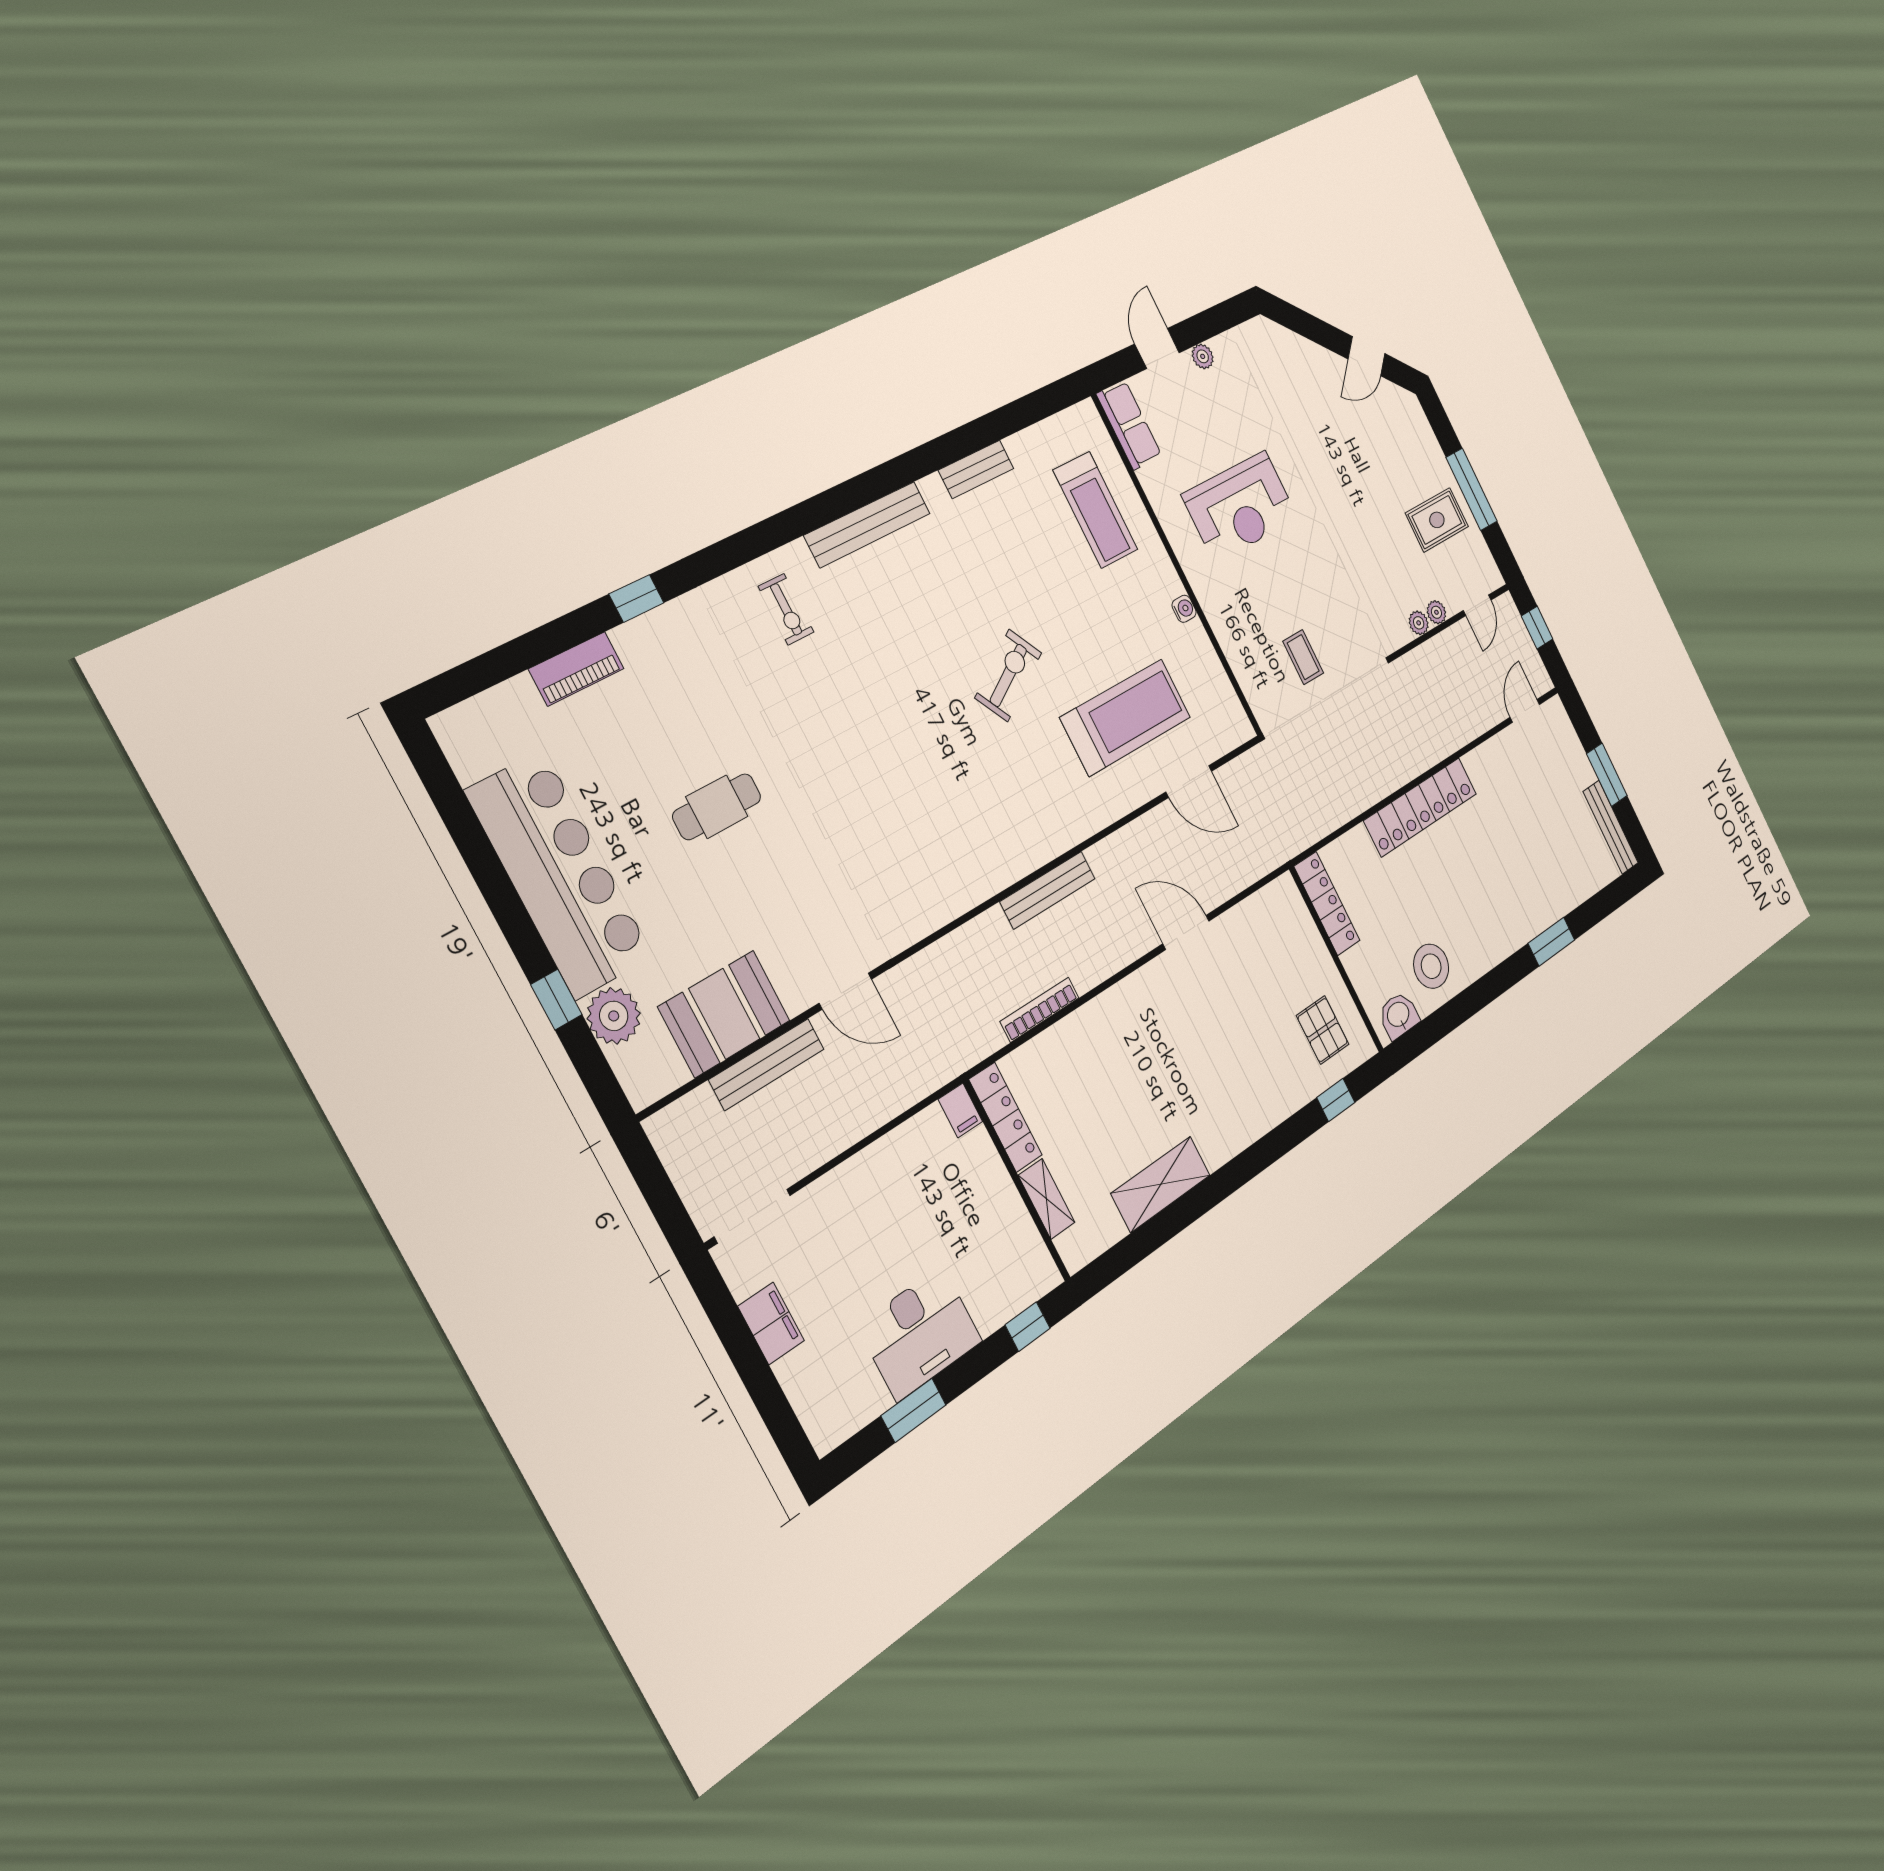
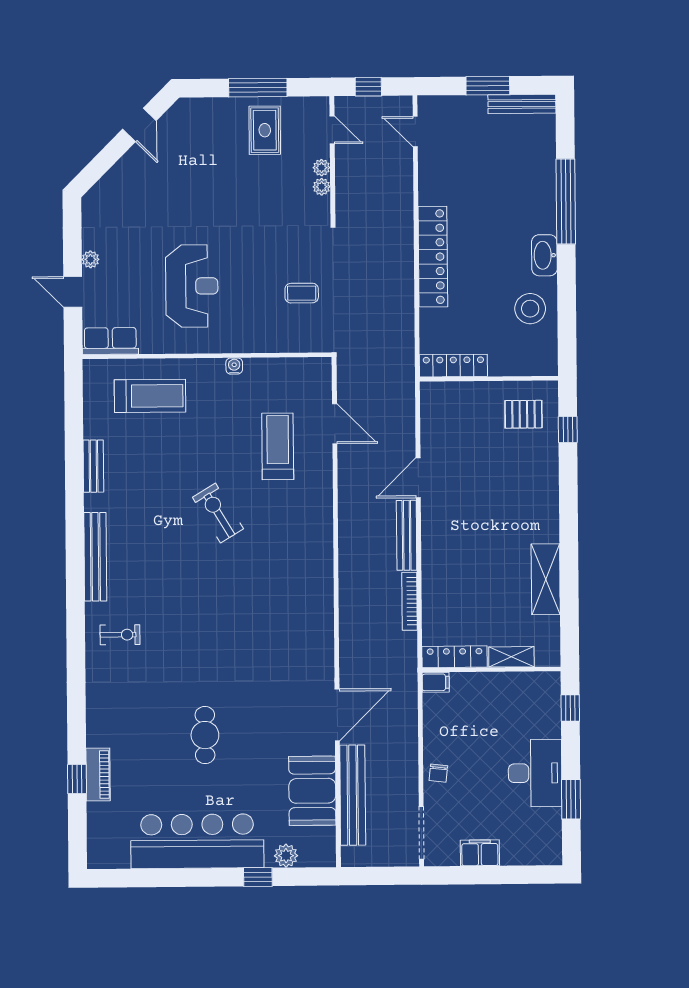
window: (637, 598) -> (77, 779), moved
treadmill: (1126, 717) -> (278, 446), width x0.73, depth x0.73
door: (1189, 781) -> (335, 424), hinge flipped
bench: (1048, 890) -> (407, 535), moved
window: (1551, 942) -> (566, 202), width x2.11
door: (845, 991) -> (337, 715), width x1.36
washbasin: (1399, 1015) -> (544, 255), moved, width x1.38
plant: (614, 1016) -> (286, 856), width x0.73, depth x0.73
bench: (767, 1064) -> (353, 795), width x1.37, depth x1.21
chair: (846, 1190) -> (438, 773), added

